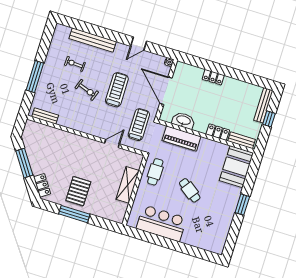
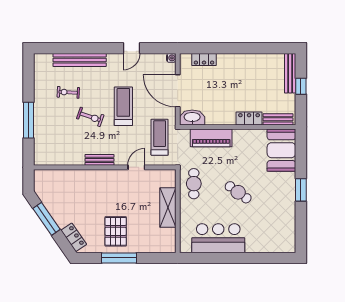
locker: (213, 77) -> (204, 59), moved
bench: (45, 116) -> (99, 160), moved
washbasin: (183, 120) -> (192, 117), moved

